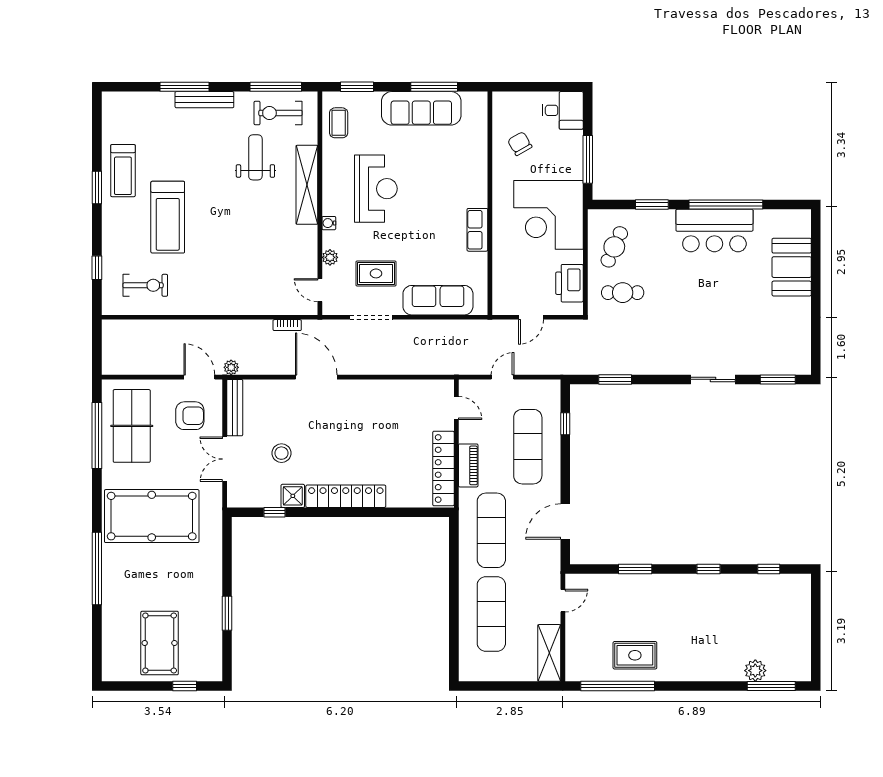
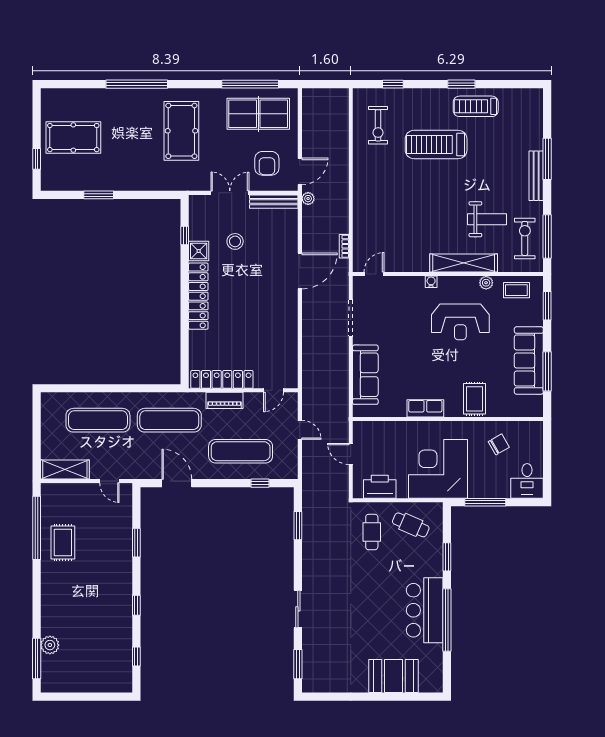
plant: (330, 257) -> (486, 283), moved
rug: (376, 273) -> (474, 399), moved
pool table: (152, 516) -> (181, 131), width x0.73, depth x0.76

